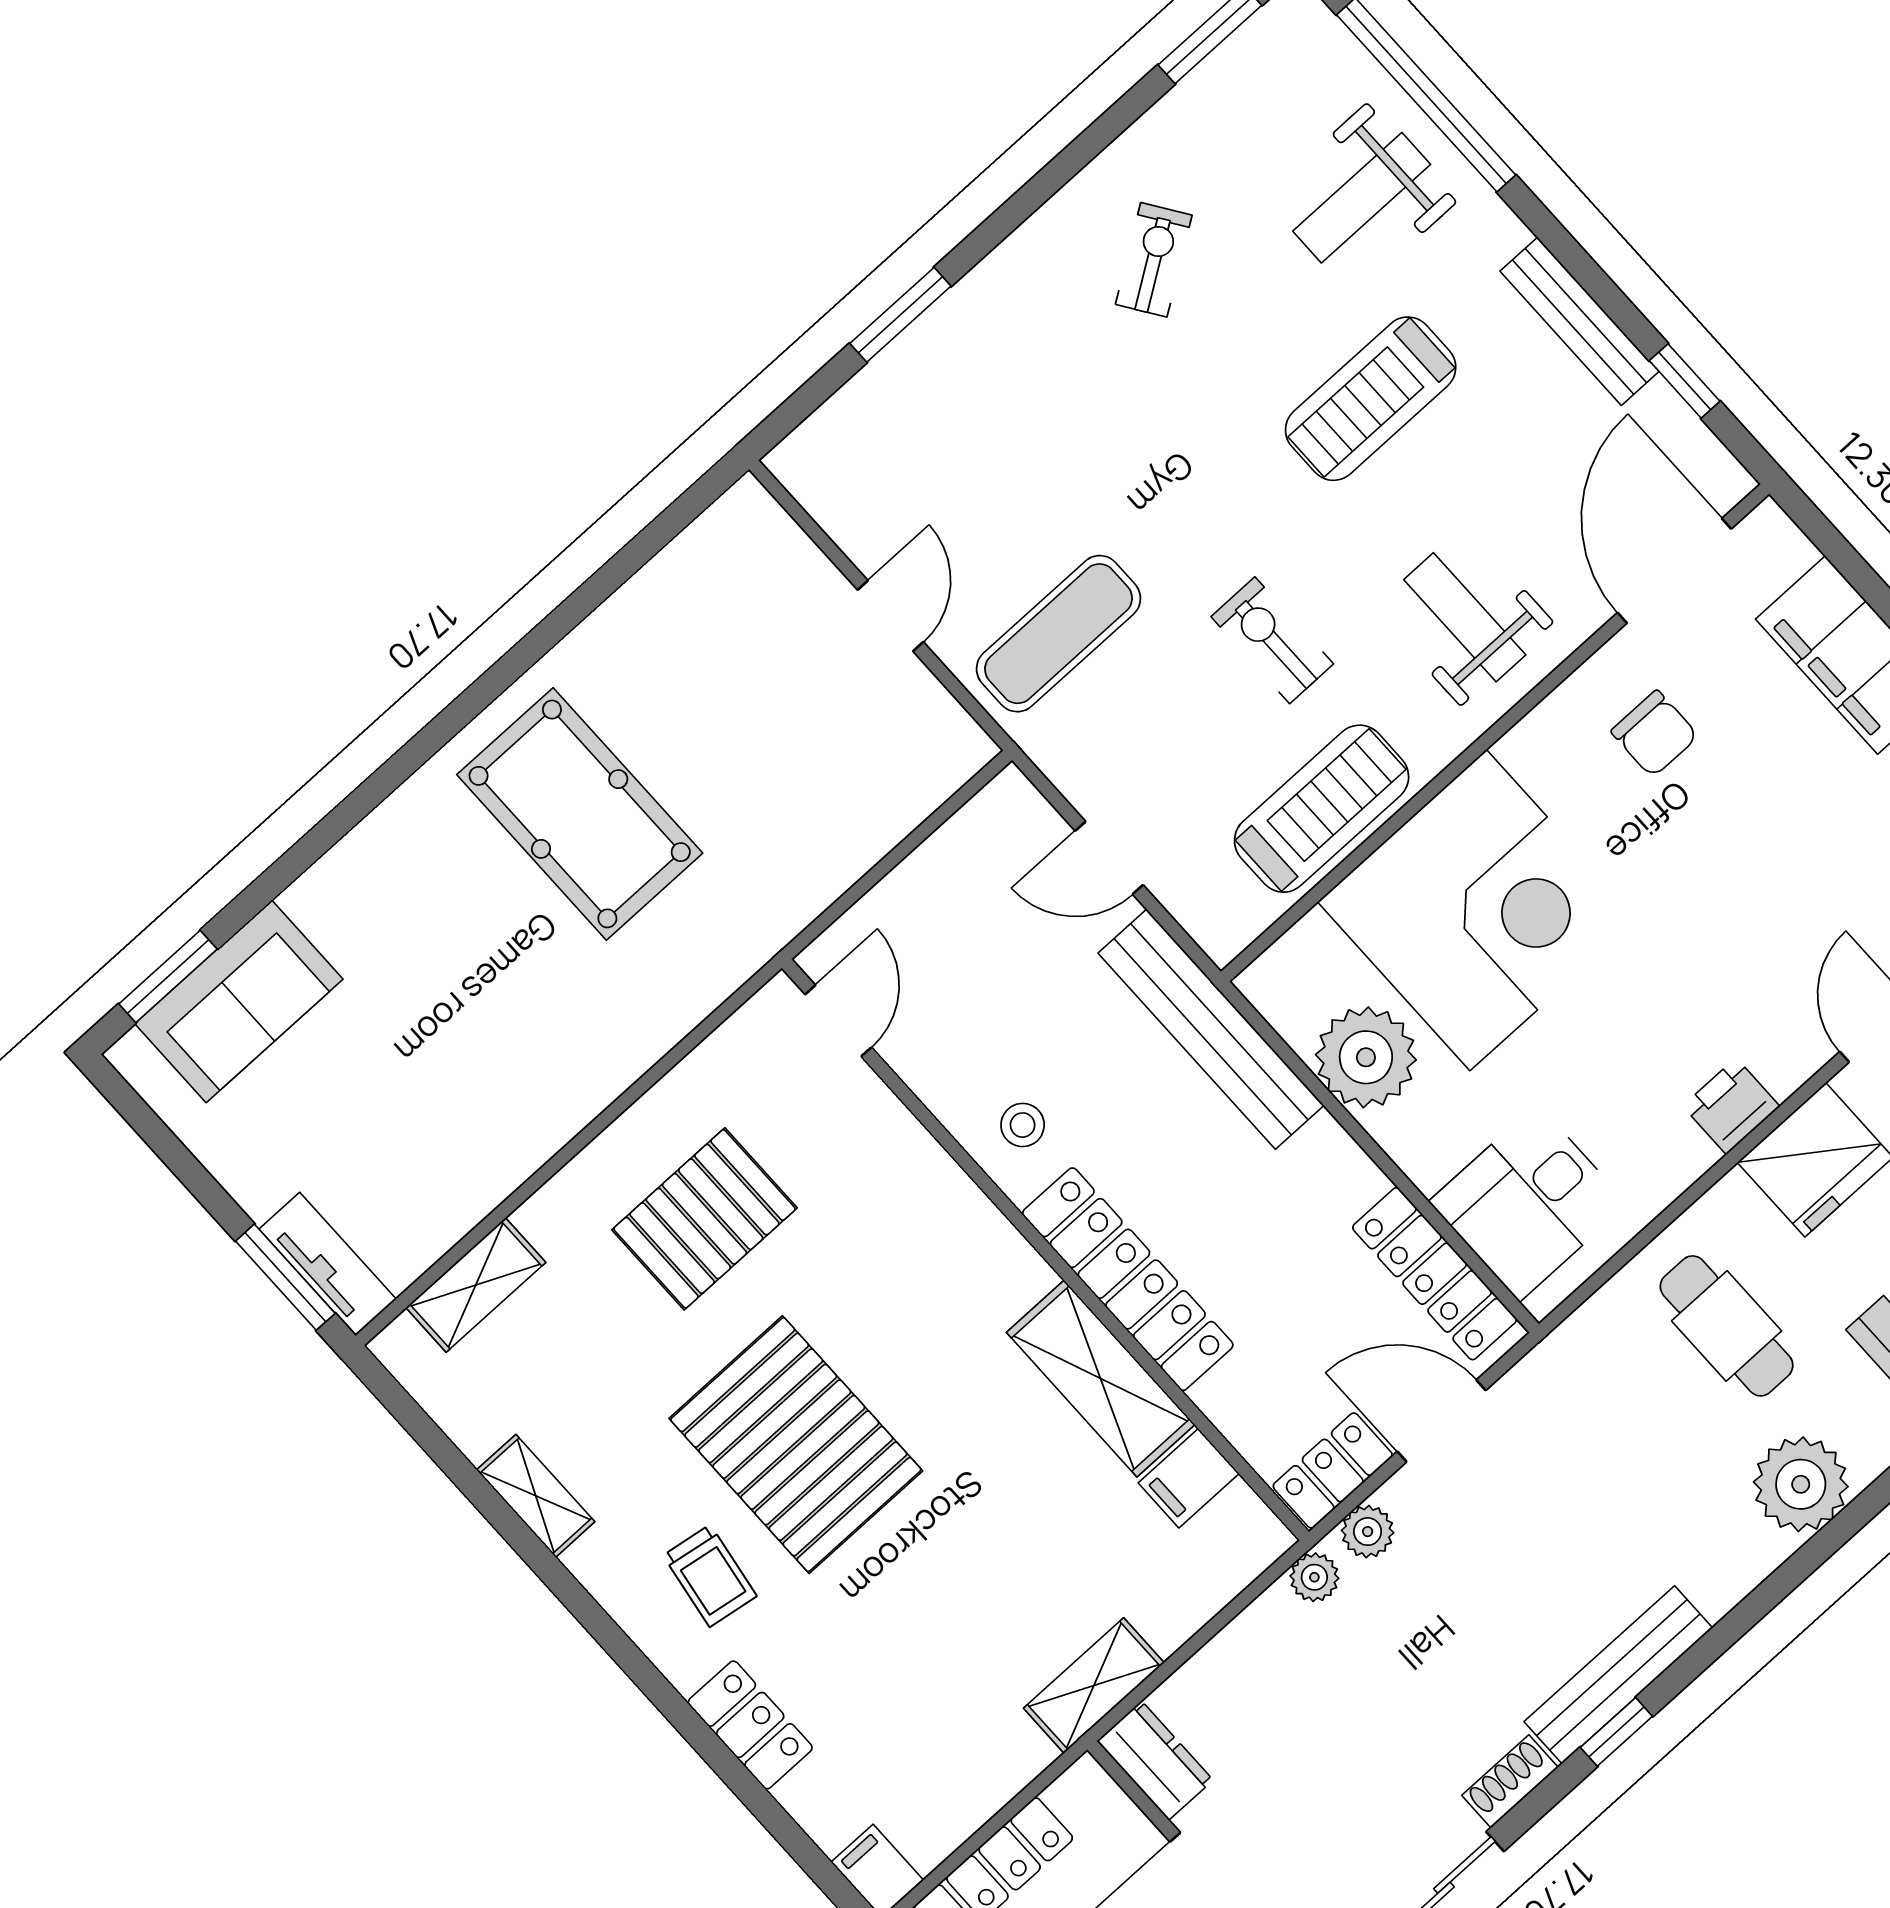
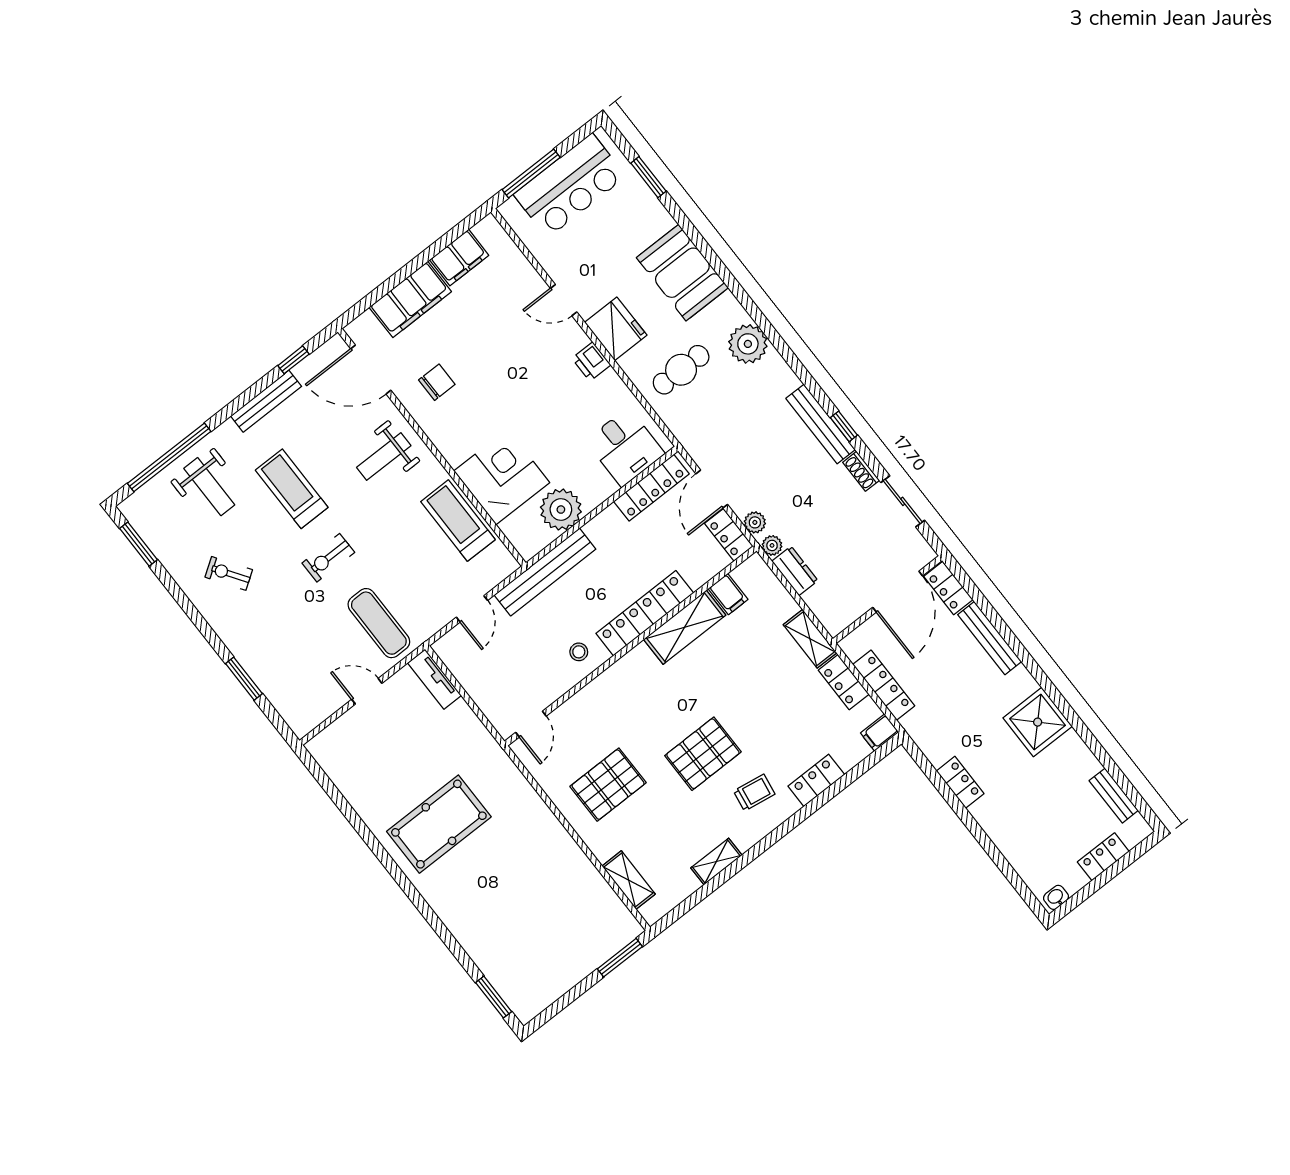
treadmill: (1371, 399) -> (292, 489), turned 180
exercise bike: (1272, 640) -> (328, 558), moved
corner desk: (1478, 910) -> (502, 477), width x0.74, depth x0.74
sofa: (239, 1001) -> (506, 969), removed
door: (838, 1021) -> (531, 724), swing flipped
pallet: (704, 1219) -> (608, 785), turned 90
tv unit: (328, 1264) -> (434, 679), moved, turned -90
pallet: (796, 1445) -> (703, 754), width x0.73, depth x0.71
dresser: (1155, 1760) -> (795, 571), moved, turned 90
locker: (994, 1775) -> (844, 682), added

